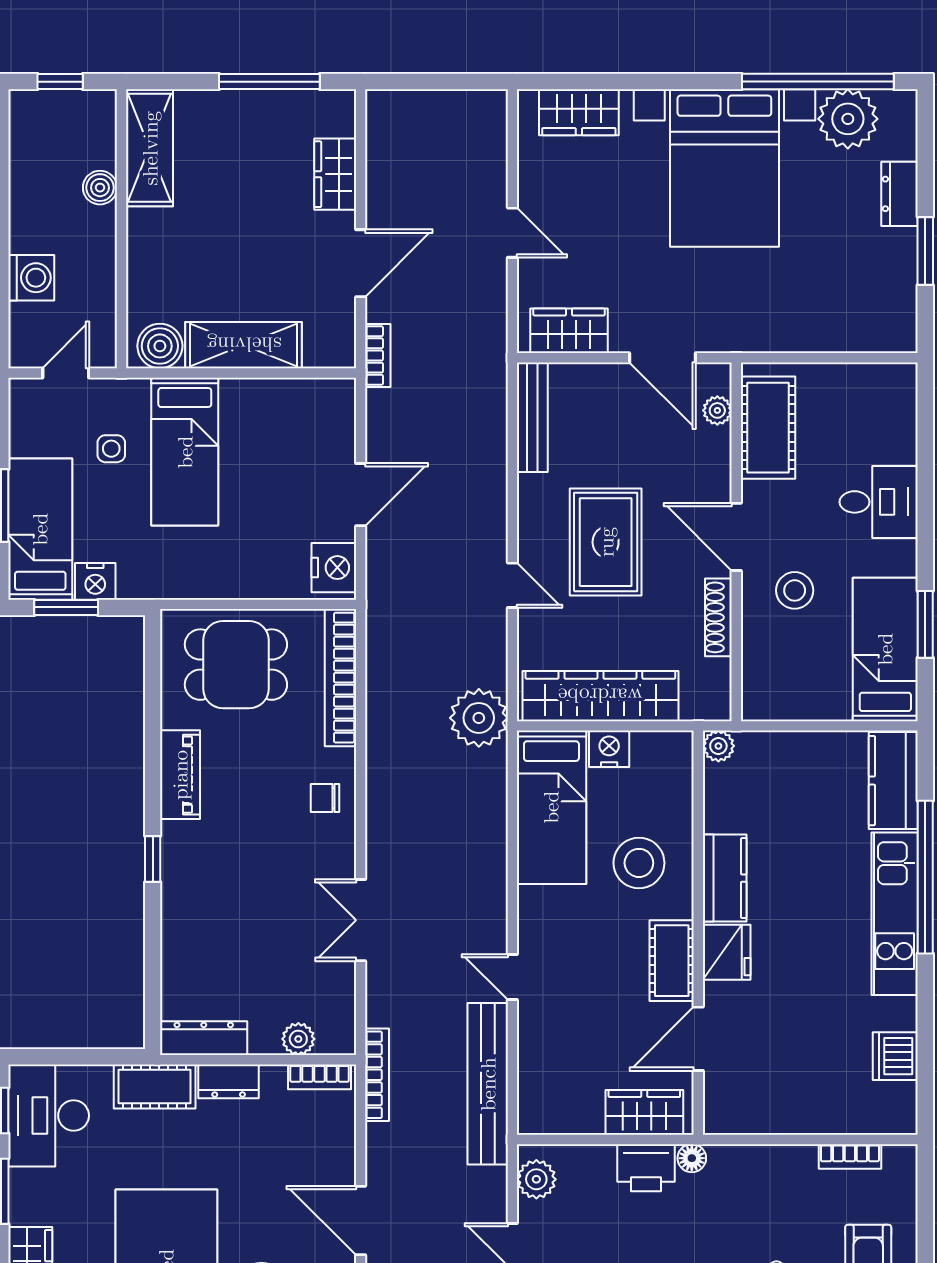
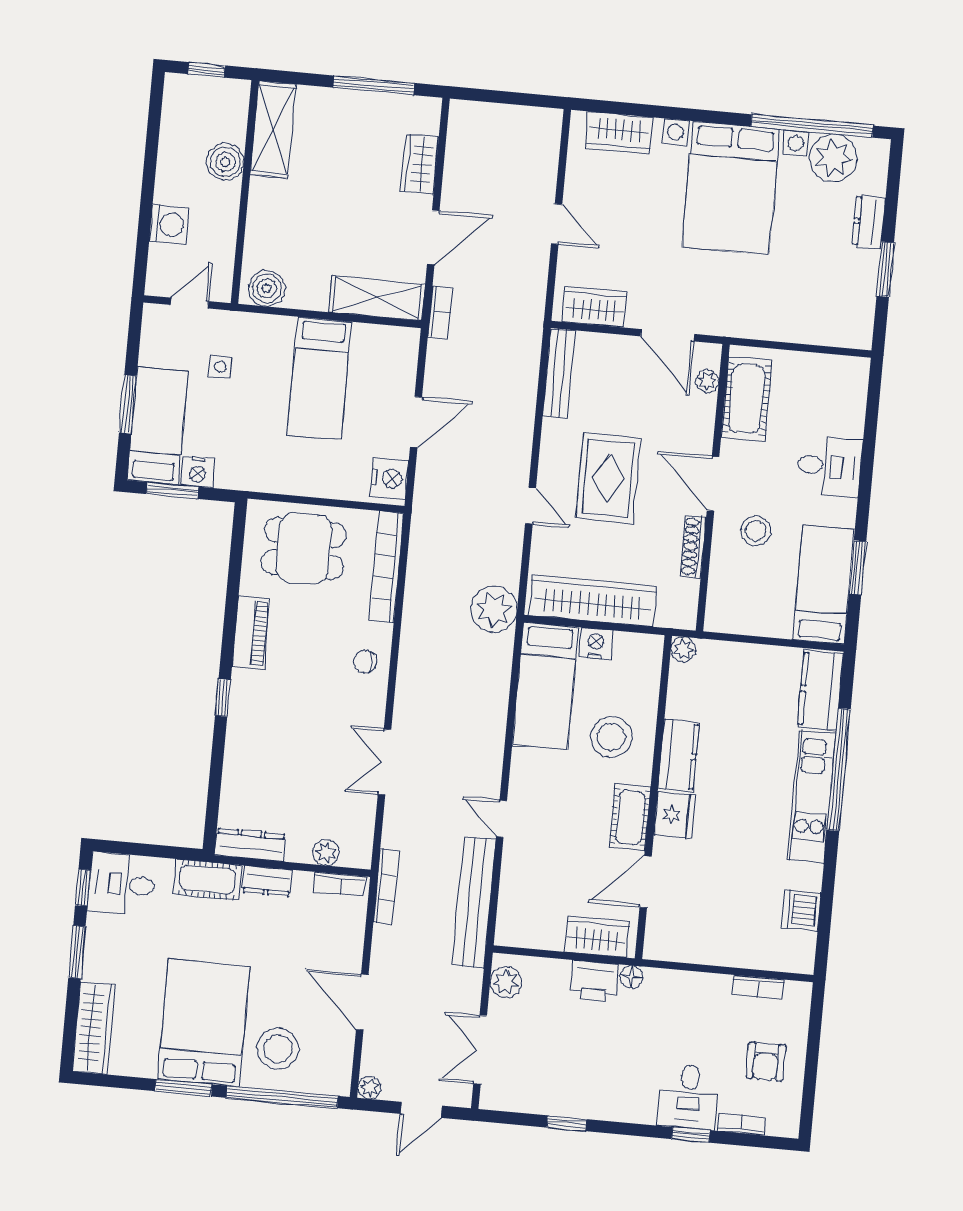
boiler: (100, 188) -> (225, 162), width x1.36, depth x1.36
shelving: (244, 345) -> (377, 298), moved
bed: (185, 452) -> (319, 378), moved
desk: (49, 1116) -> (122, 884), width x0.73

